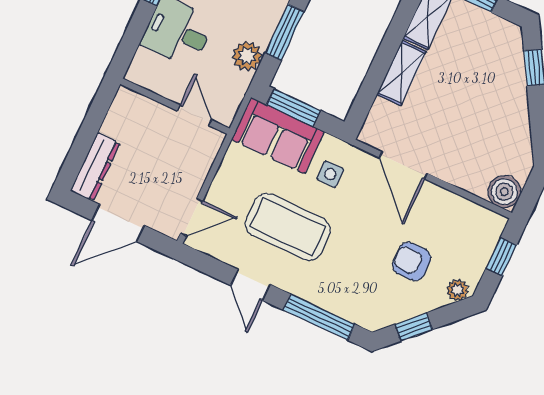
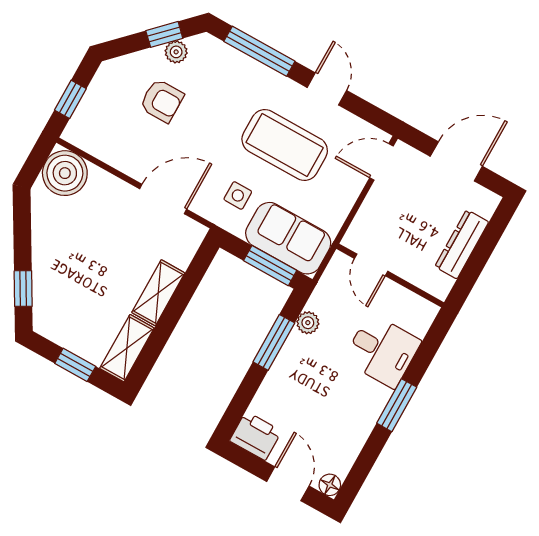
plant: (247, 56) -> (308, 323), width x0.73, depth x0.73
door: (403, 165) -> (163, 199), hinge flipped
dresser: (95, 167) -> (462, 244), moved
boiler: (504, 192) -> (65, 173), width x1.37, depth x1.37
plant: (458, 290) -> (176, 52), moved

